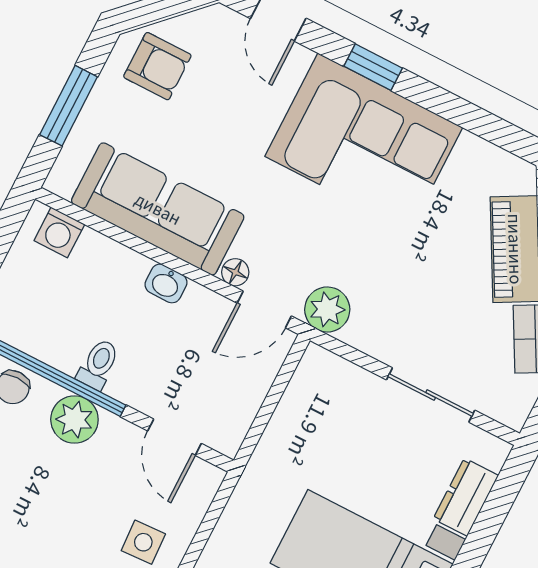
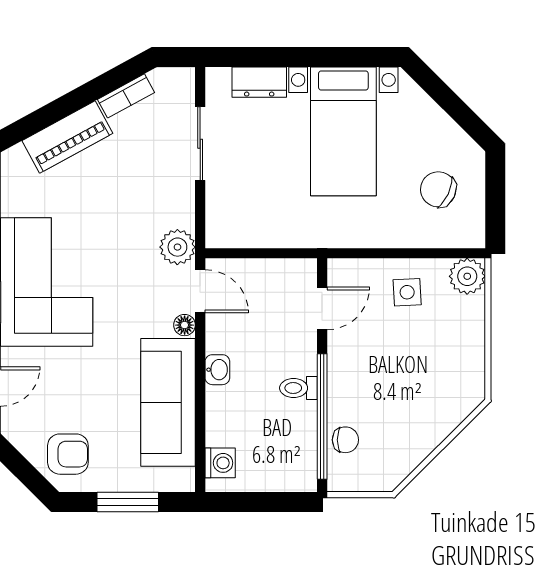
armchair: (157, 66) -> (68, 454), turned 90
plant: (74, 420) -> (346, 385), removed

